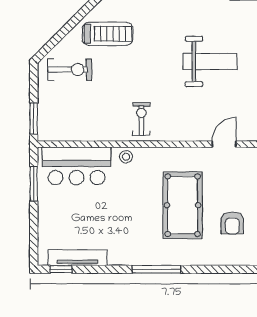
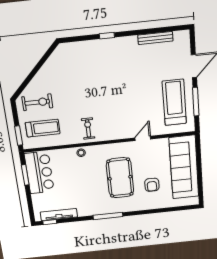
treadmill: (108, 34) -> (43, 128), moved
weight bench: (210, 61) -> (129, 87), removed
bar counter: (76, 166) -> (39, 173), moved, turned -90

